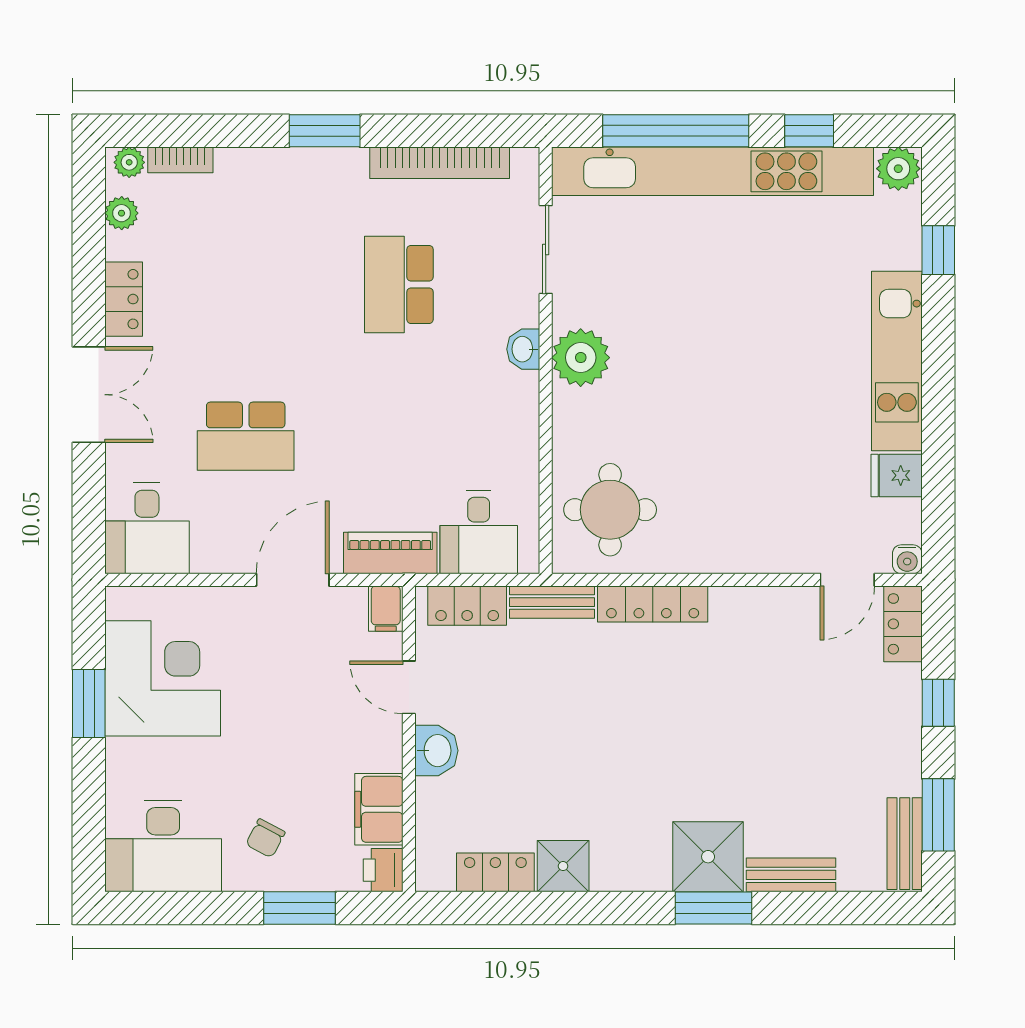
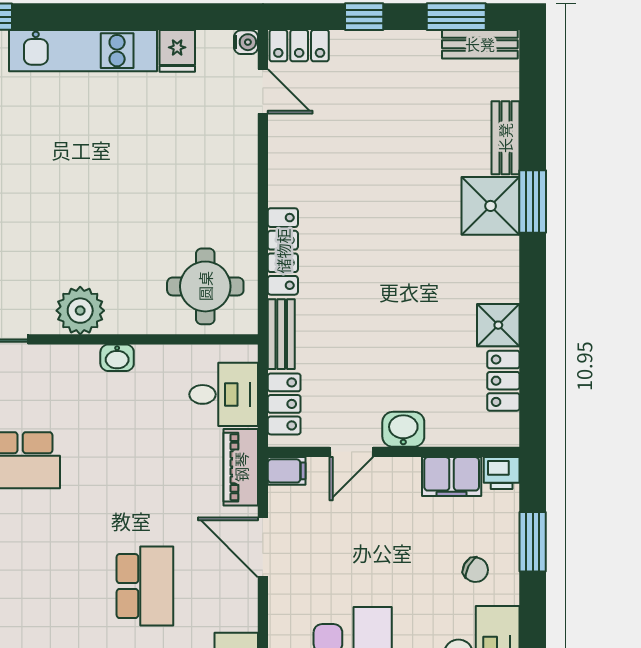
washbasin: (523, 349) -> (117, 358), moved

